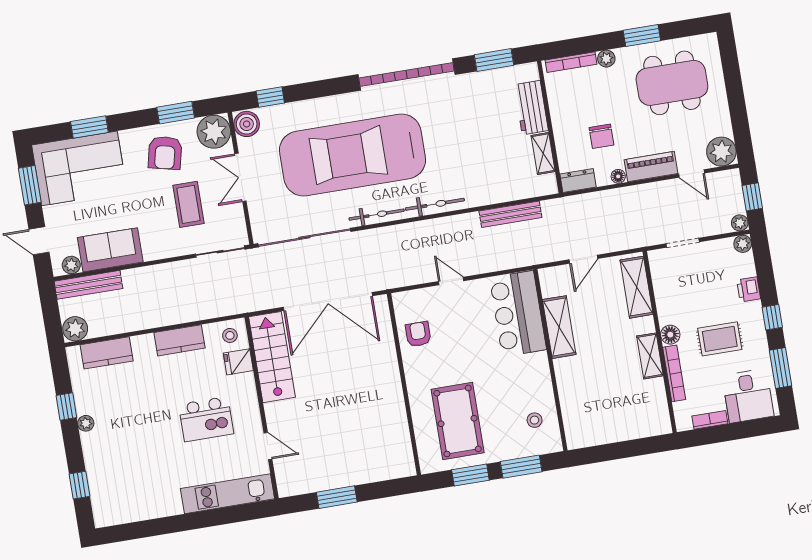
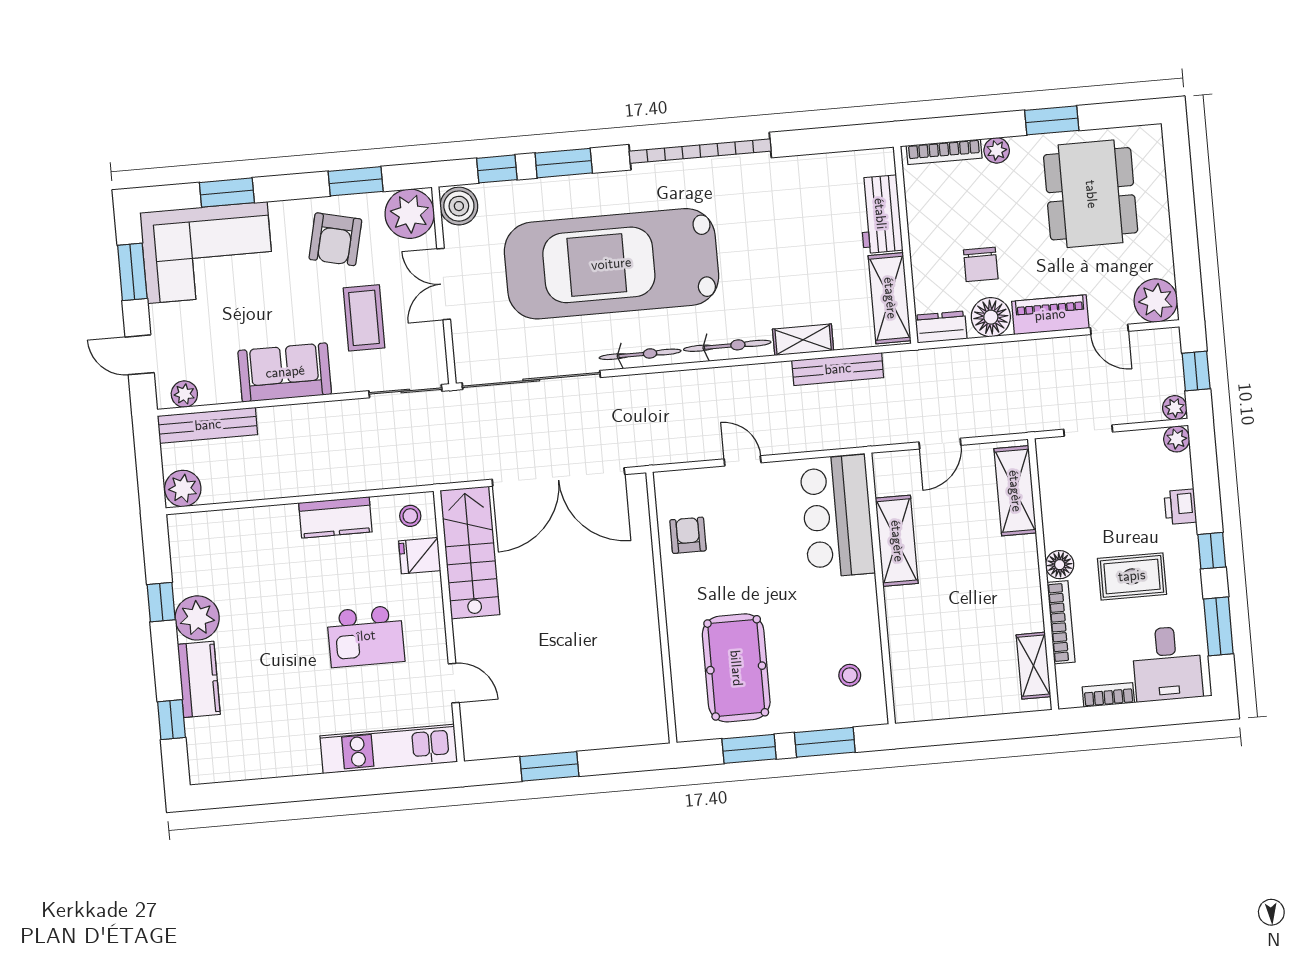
window: (494, 60) -> (564, 163), moved
dining table: (672, 83) -> (1091, 194), turned 90
shelving: (543, 153) -> (890, 298), width x1.50, depth x1.33
floor lamp: (618, 176) -> (991, 317), width x1.89, depth x1.89
shelving: (486, 196) -> (803, 340), added
sofa: (110, 250) -> (285, 372), moved
kitchen counter: (107, 353) -> (199, 679), moved, turned -90
shelving: (650, 356) -> (1033, 666), moved
plant: (86, 423) -> (197, 618), width x1.88, depth x1.88

